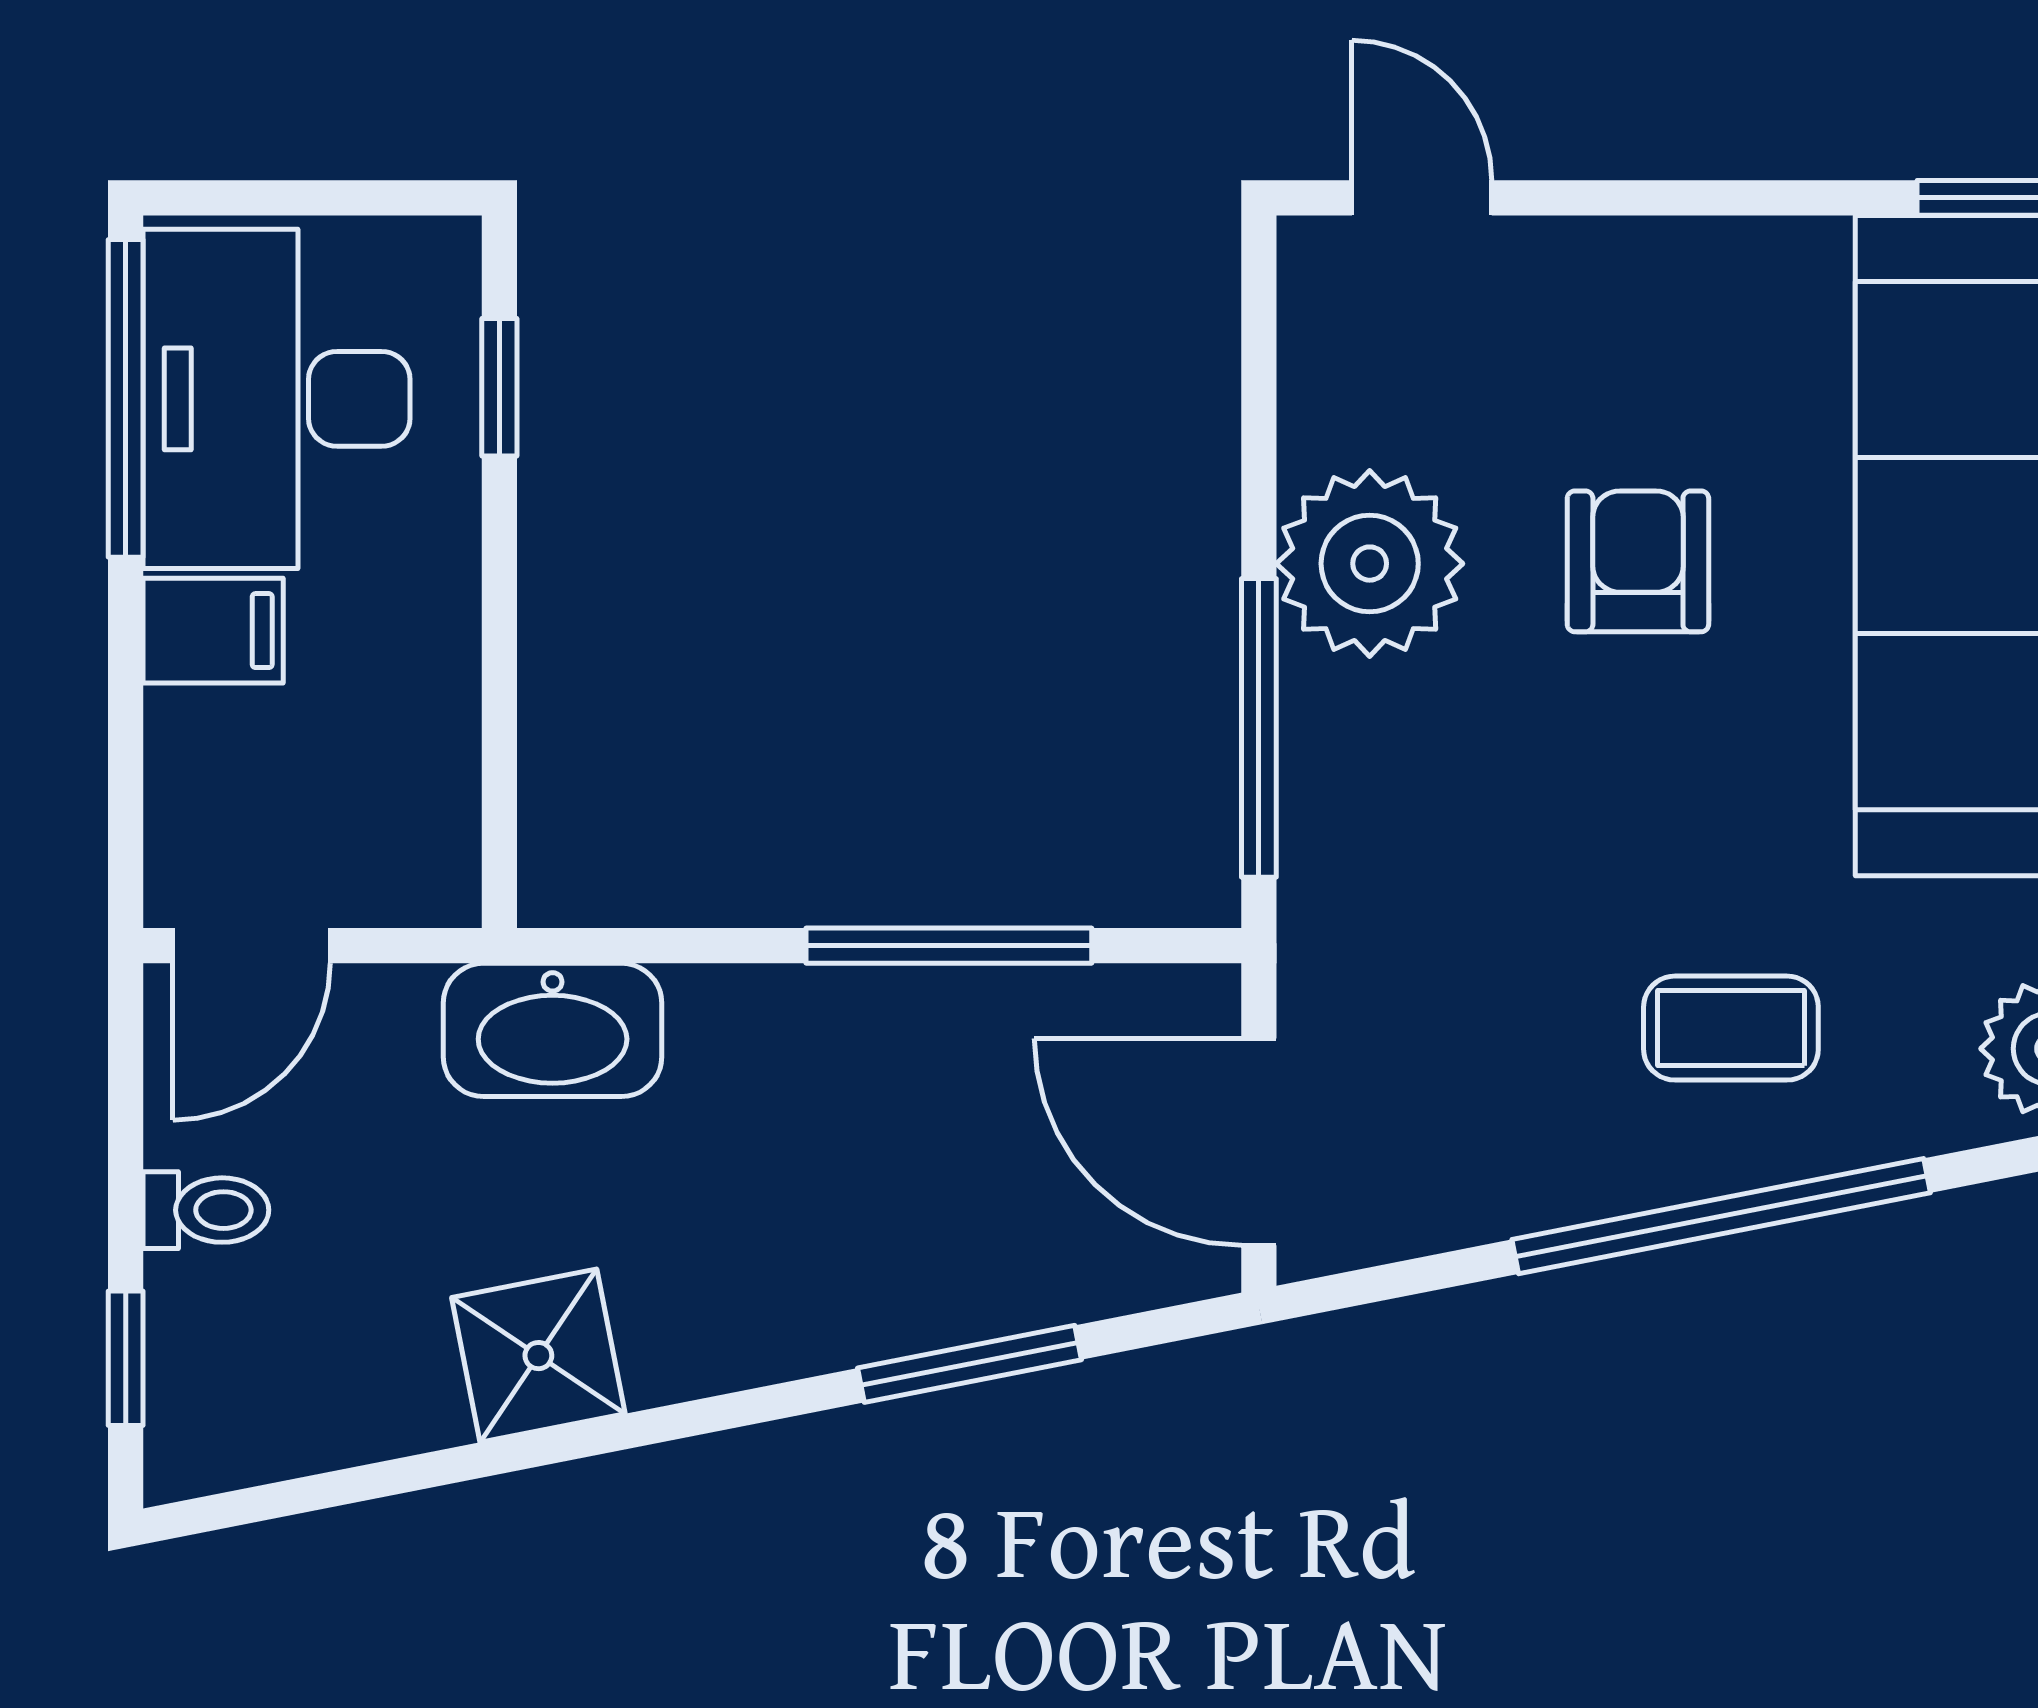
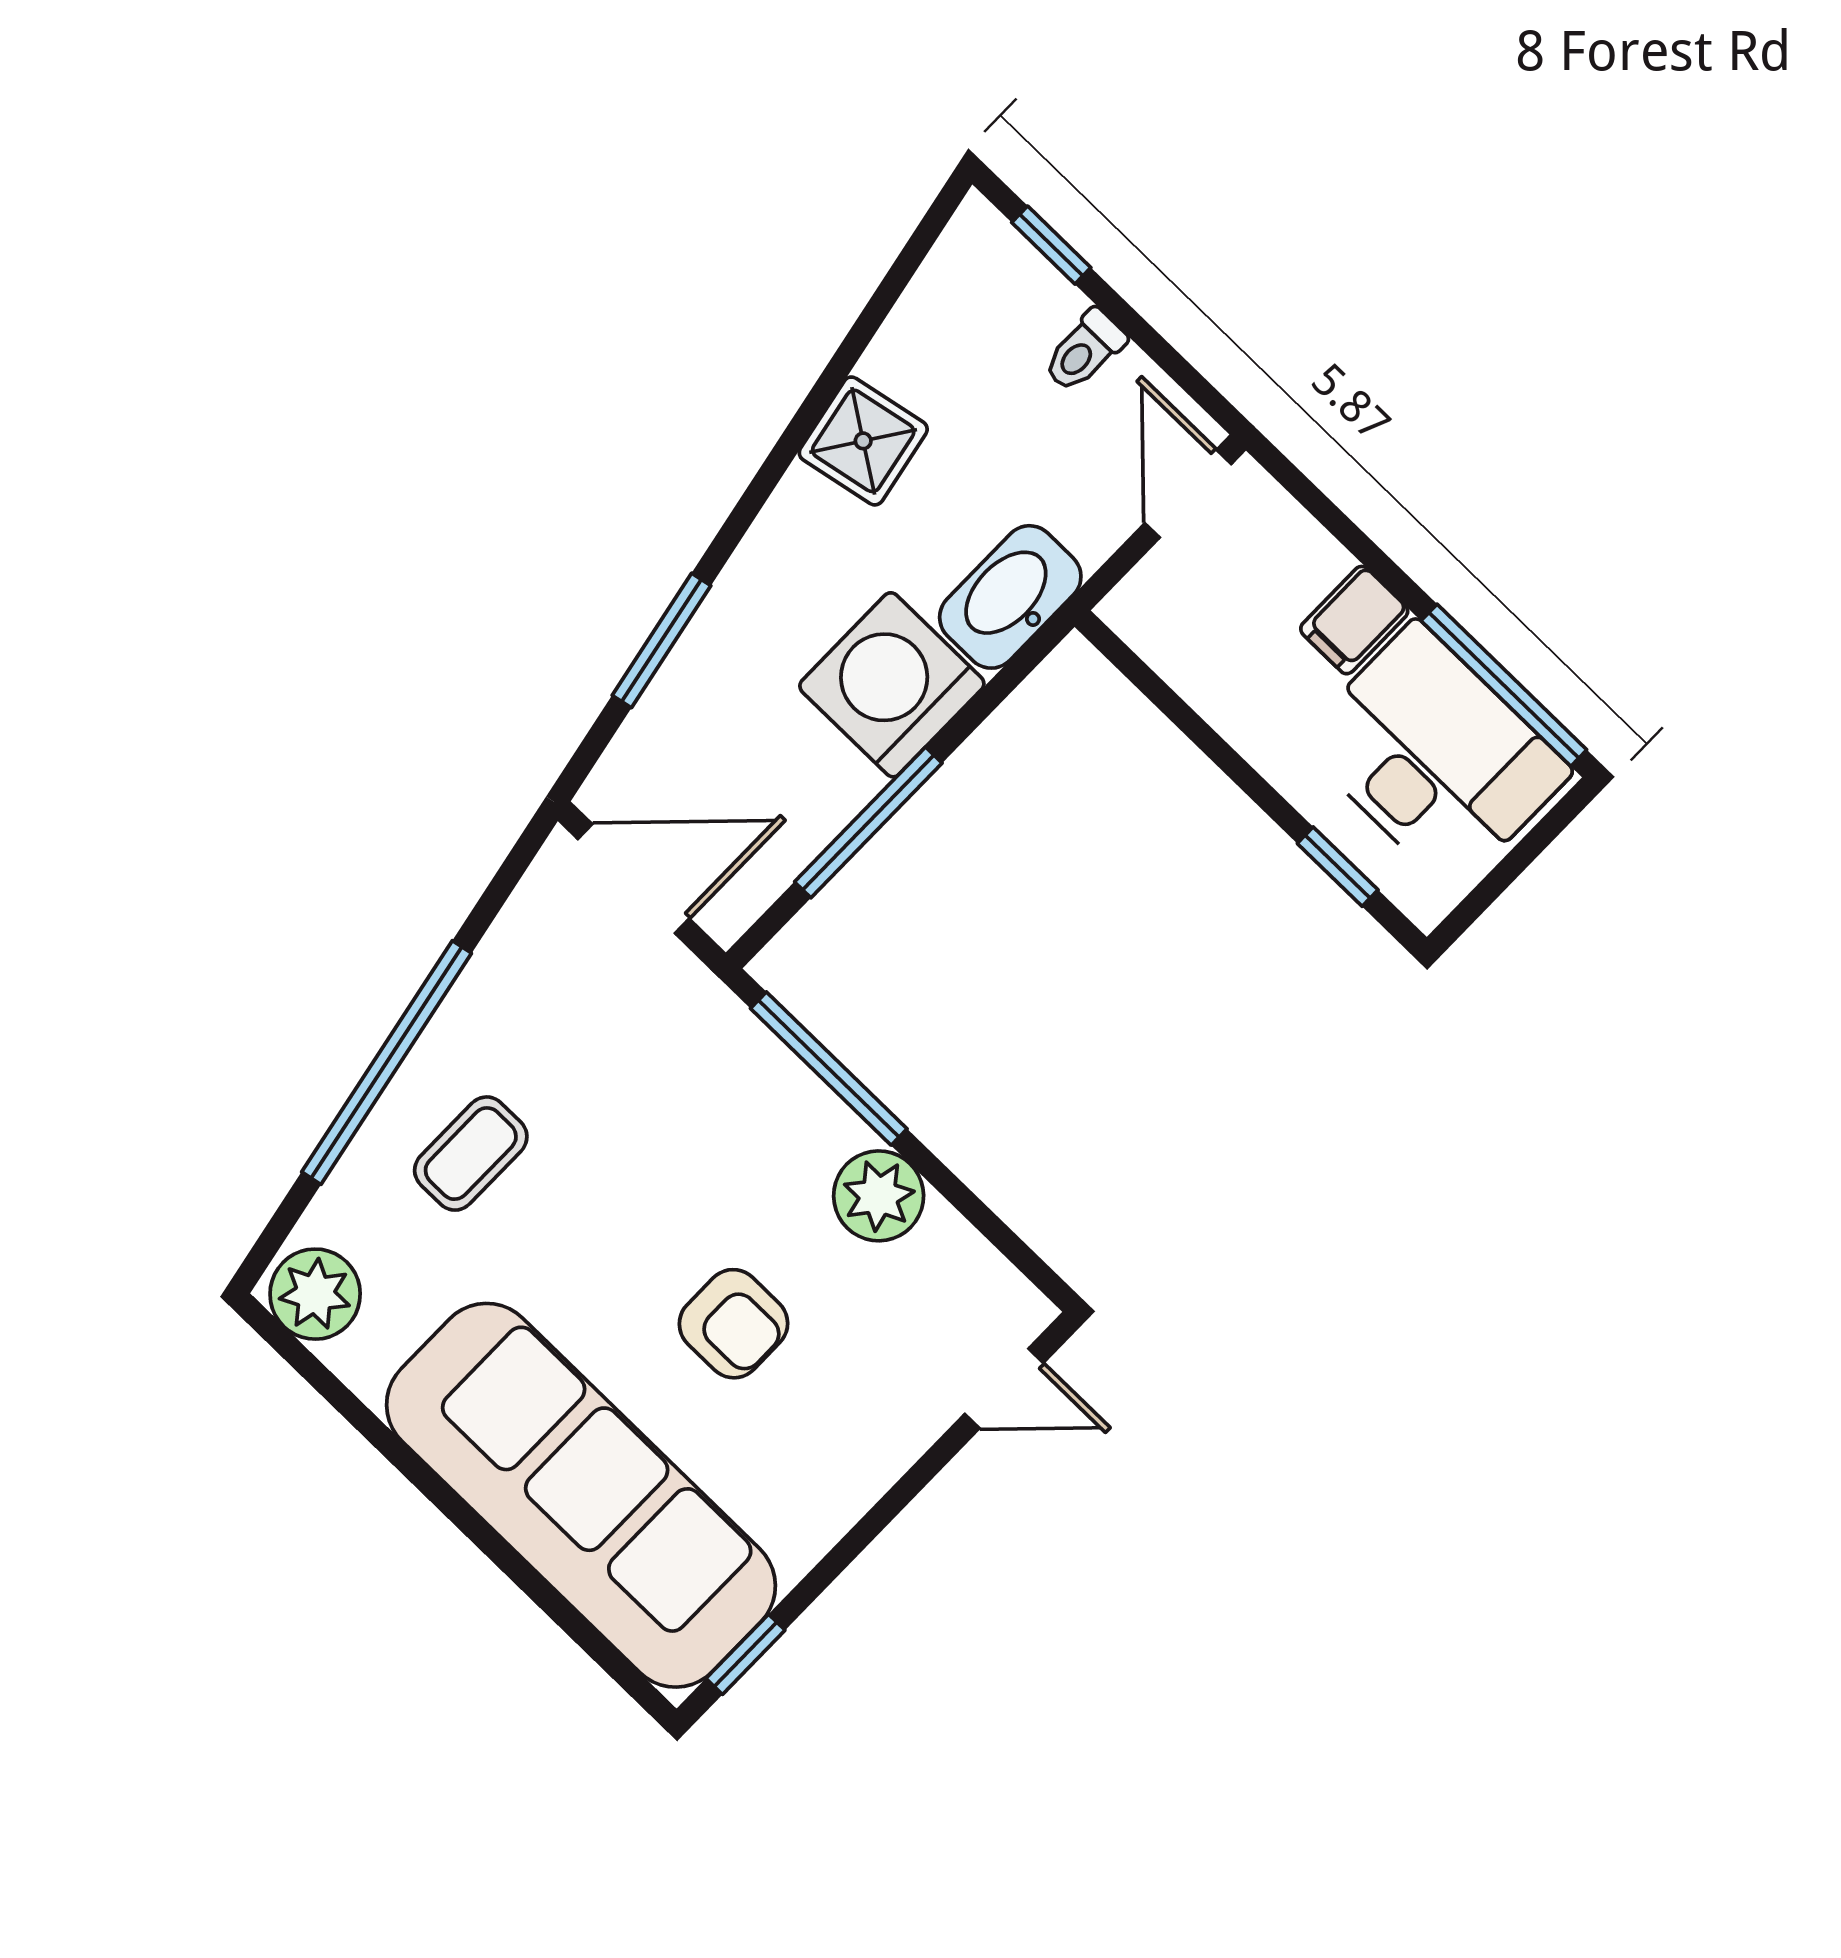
plant: (1370, 564) -> (879, 1196), width x0.73, depth x0.73
washing machine: (774, 1066) -> (892, 685), added

